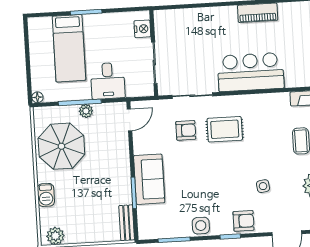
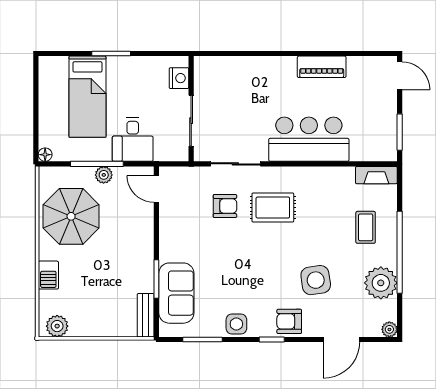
door: (129, 120) -> (156, 189), swing flipped
sofa: (149, 179) -> (176, 293), moved
side table: (263, 186) -> (316, 280), width x1.87, depth x1.87
armchair: (244, 221) -> (289, 321), turned 180

